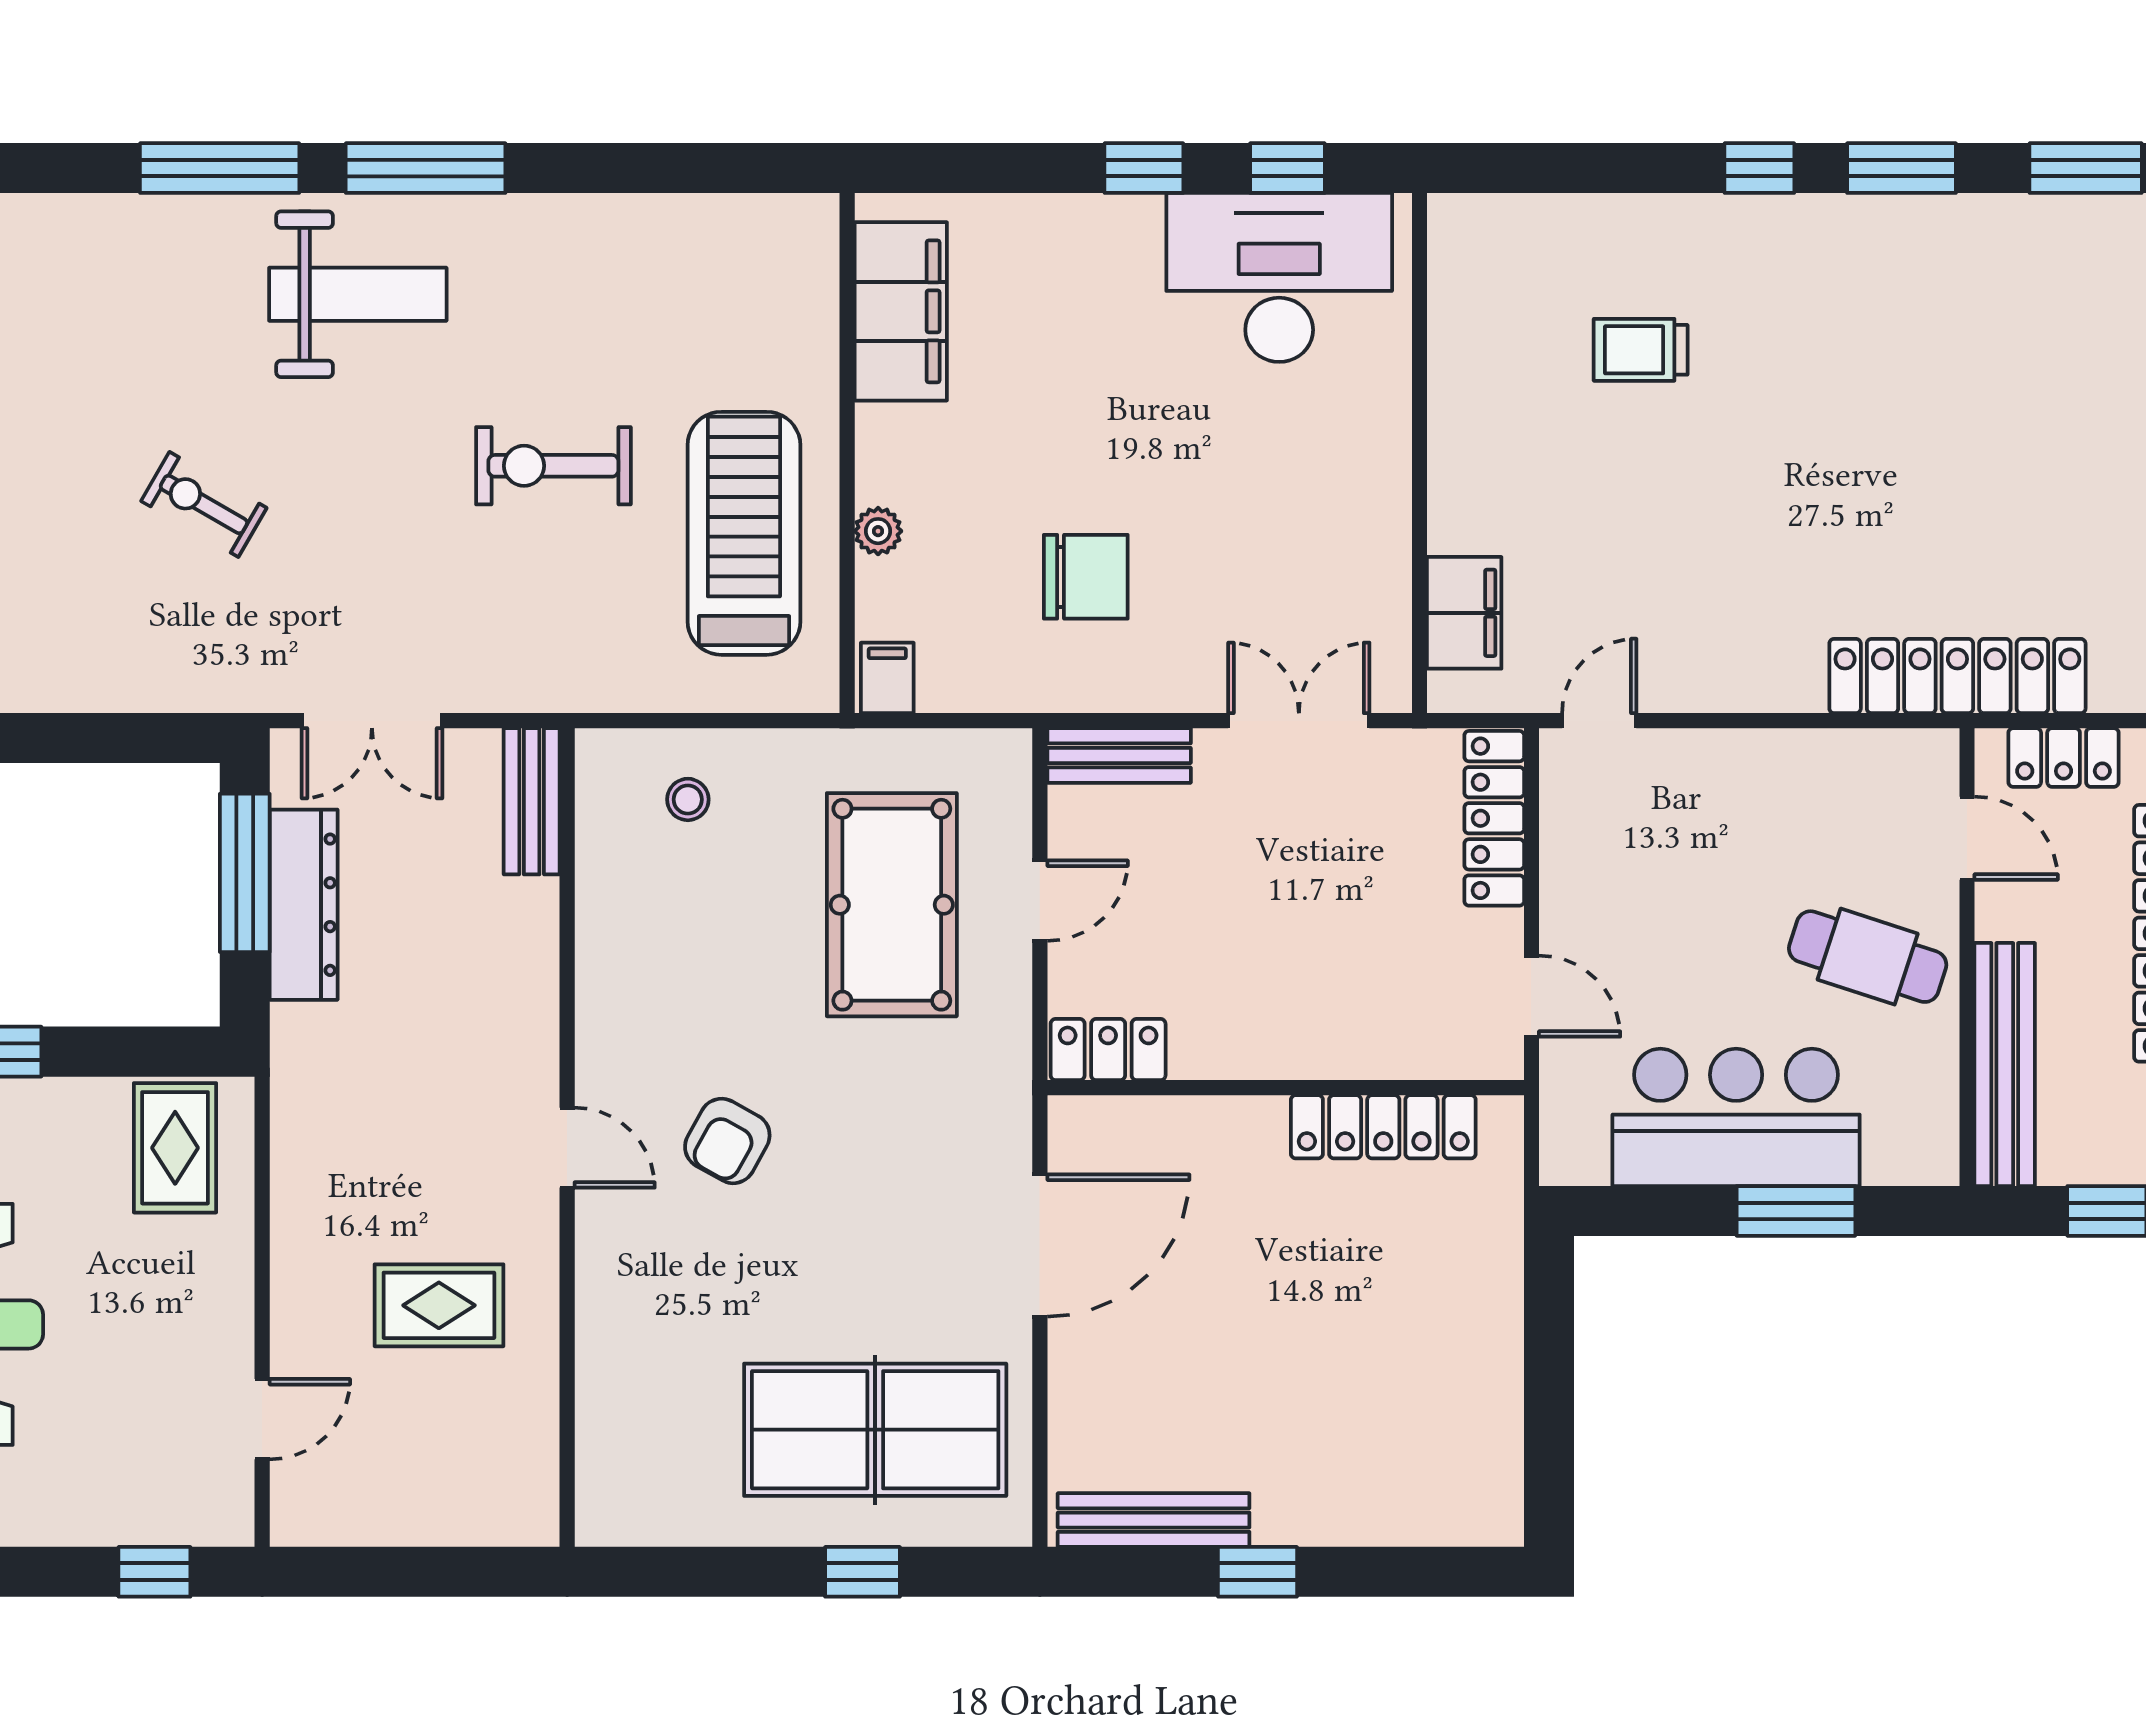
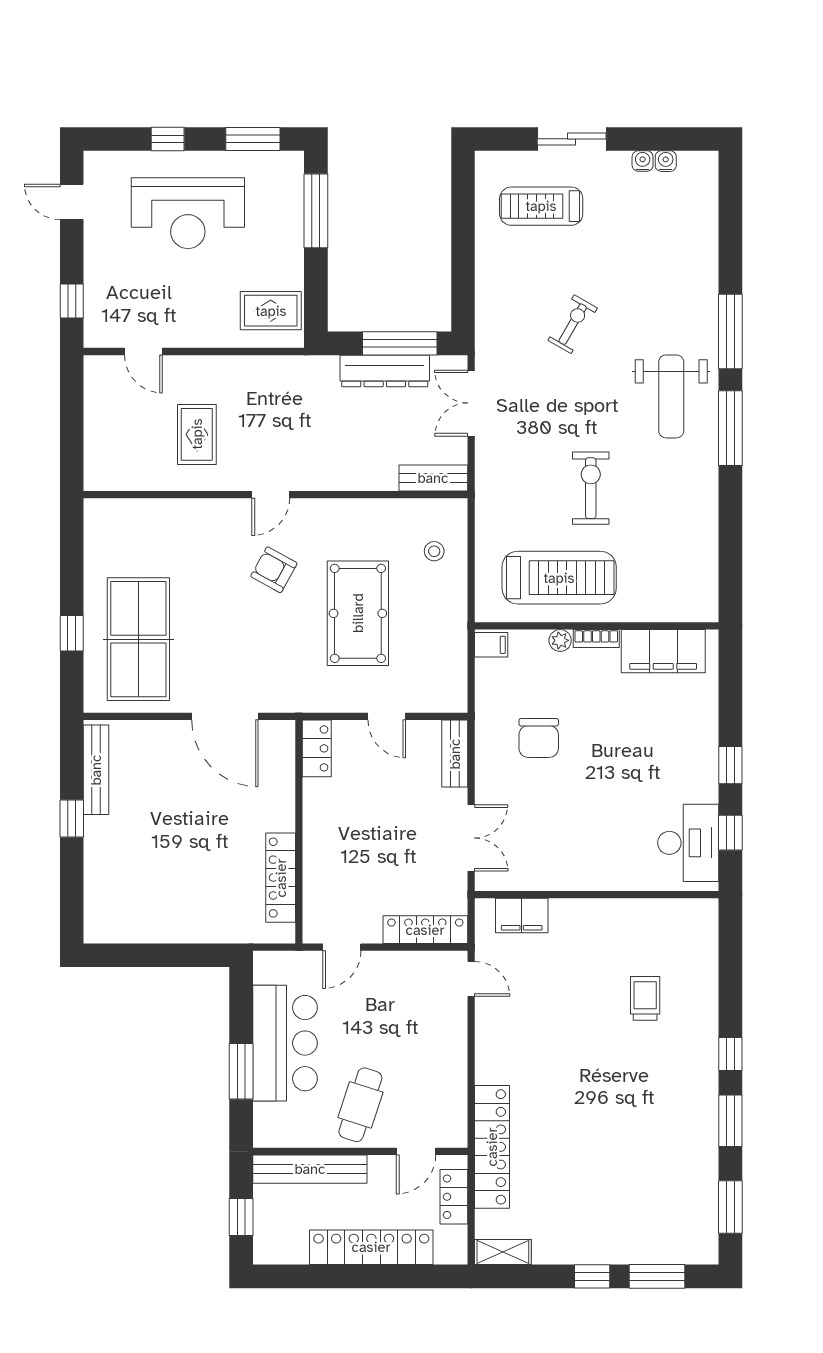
desk: (1279, 277) -> (688, 843), width x0.73, depth x0.77
bookcase: (874, 454) -> (596, 639), added
pool table: (892, 905) -> (358, 613), moved, turned 90

